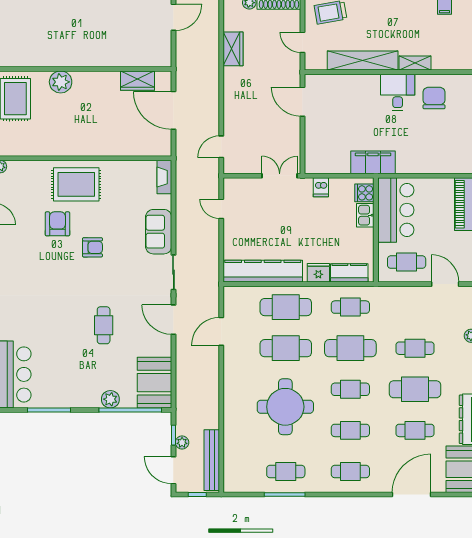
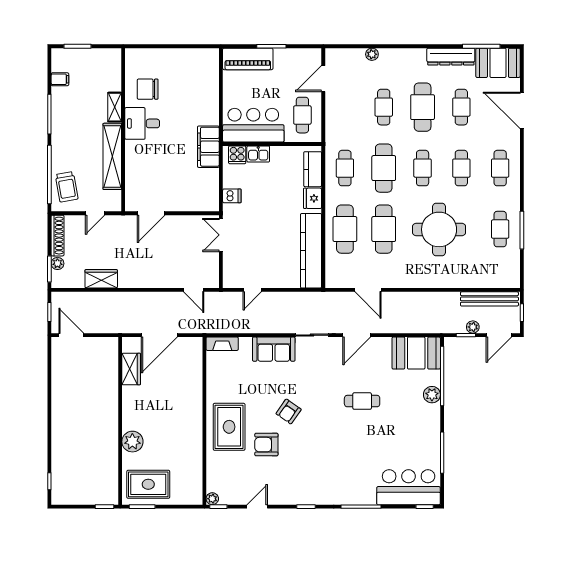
armchair: (92, 247) -> (289, 411), turned -145

